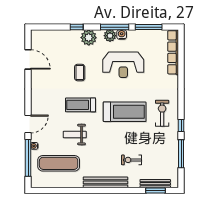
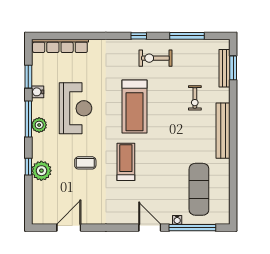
window: (149, 27) -> (28, 77), width x0.69
water cooler: (122, 34) -> (38, 92), moved
plant: (89, 38) -> (41, 171), moved
treadmill: (81, 105) -> (126, 162), turned 180
treadmill: (125, 112) -> (134, 107), turned 180
exercise bike: (162, 113) -> (155, 58), moved
window: (181, 126) -> (139, 36), moved
weight bench: (75, 135) -> (163, 169), removed

